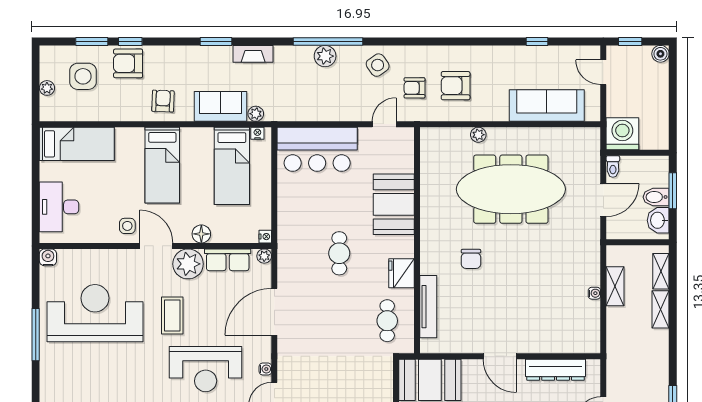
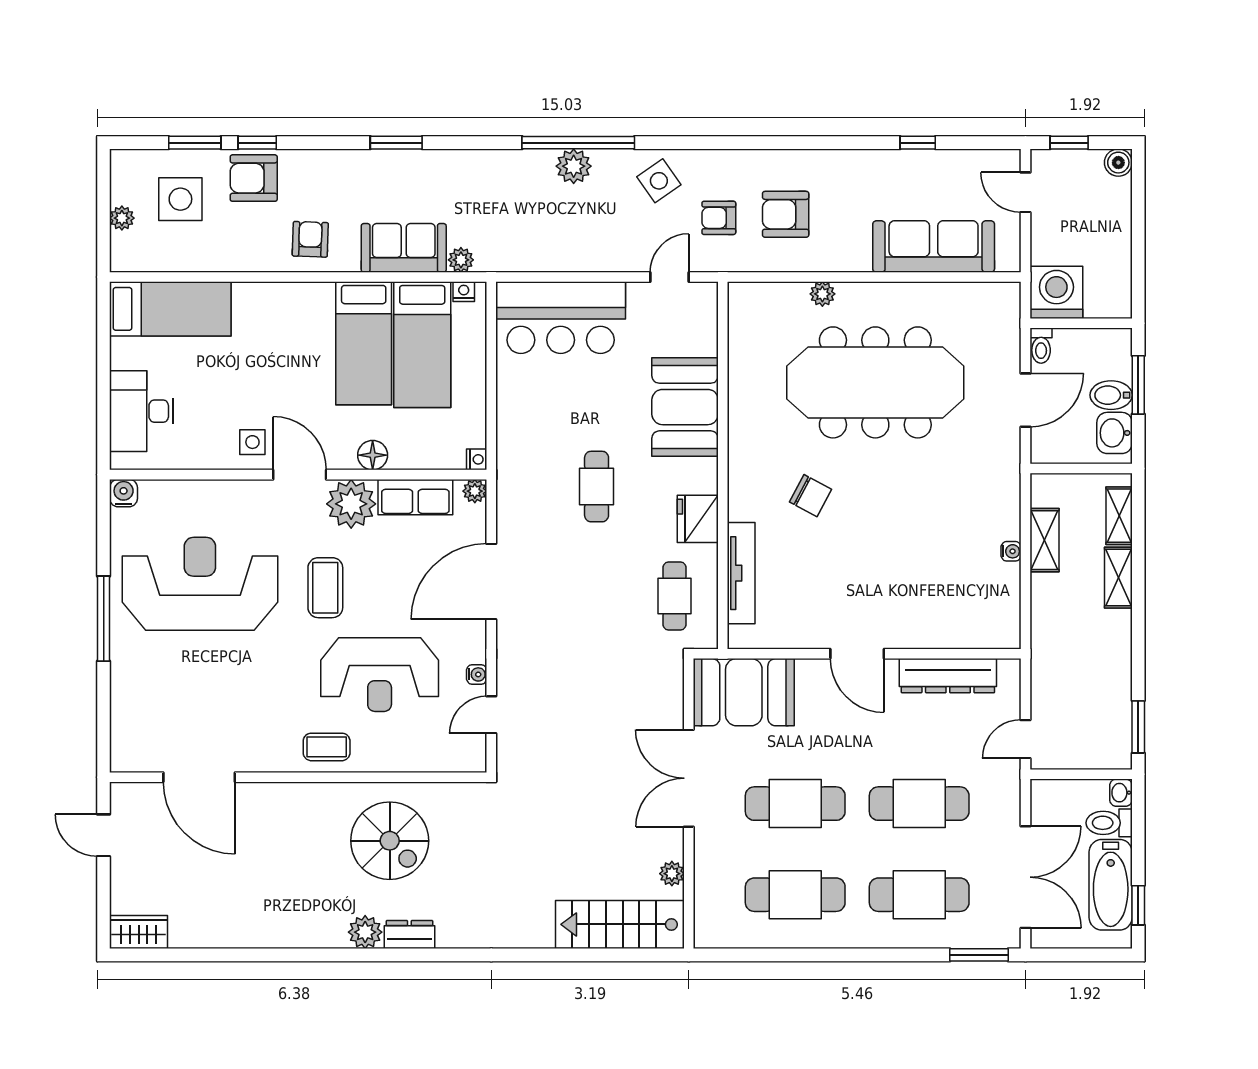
fireplace: (253, 54) -> (457, 163), removed
bed: (162, 165) -> (364, 343), moved
chair: (471, 259) -> (811, 496), turned -62

